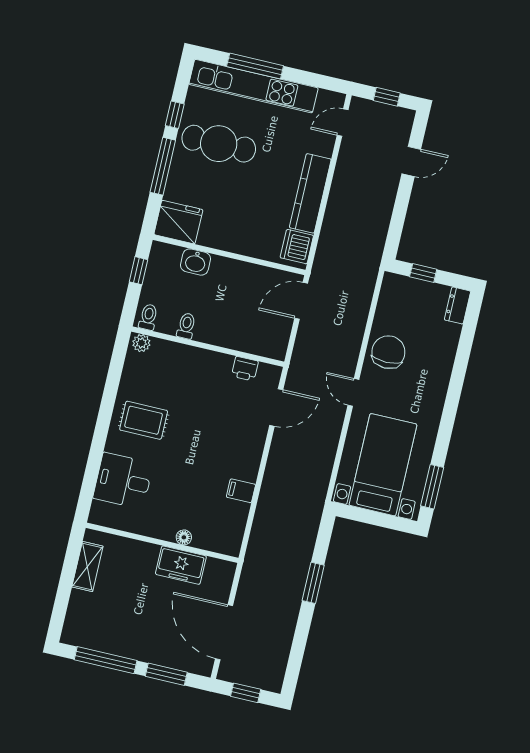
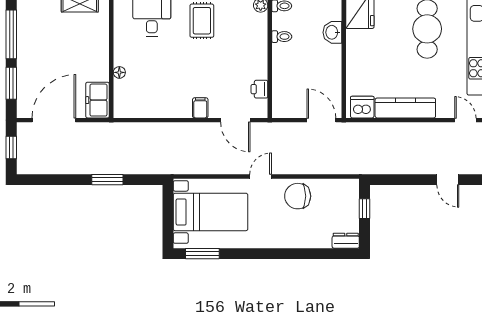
chair: (388, 352) -> (298, 196), turned 180
filing cabinet: (241, 491) -> (200, 108), moved
freezer: (181, 565) -> (98, 100), moved

